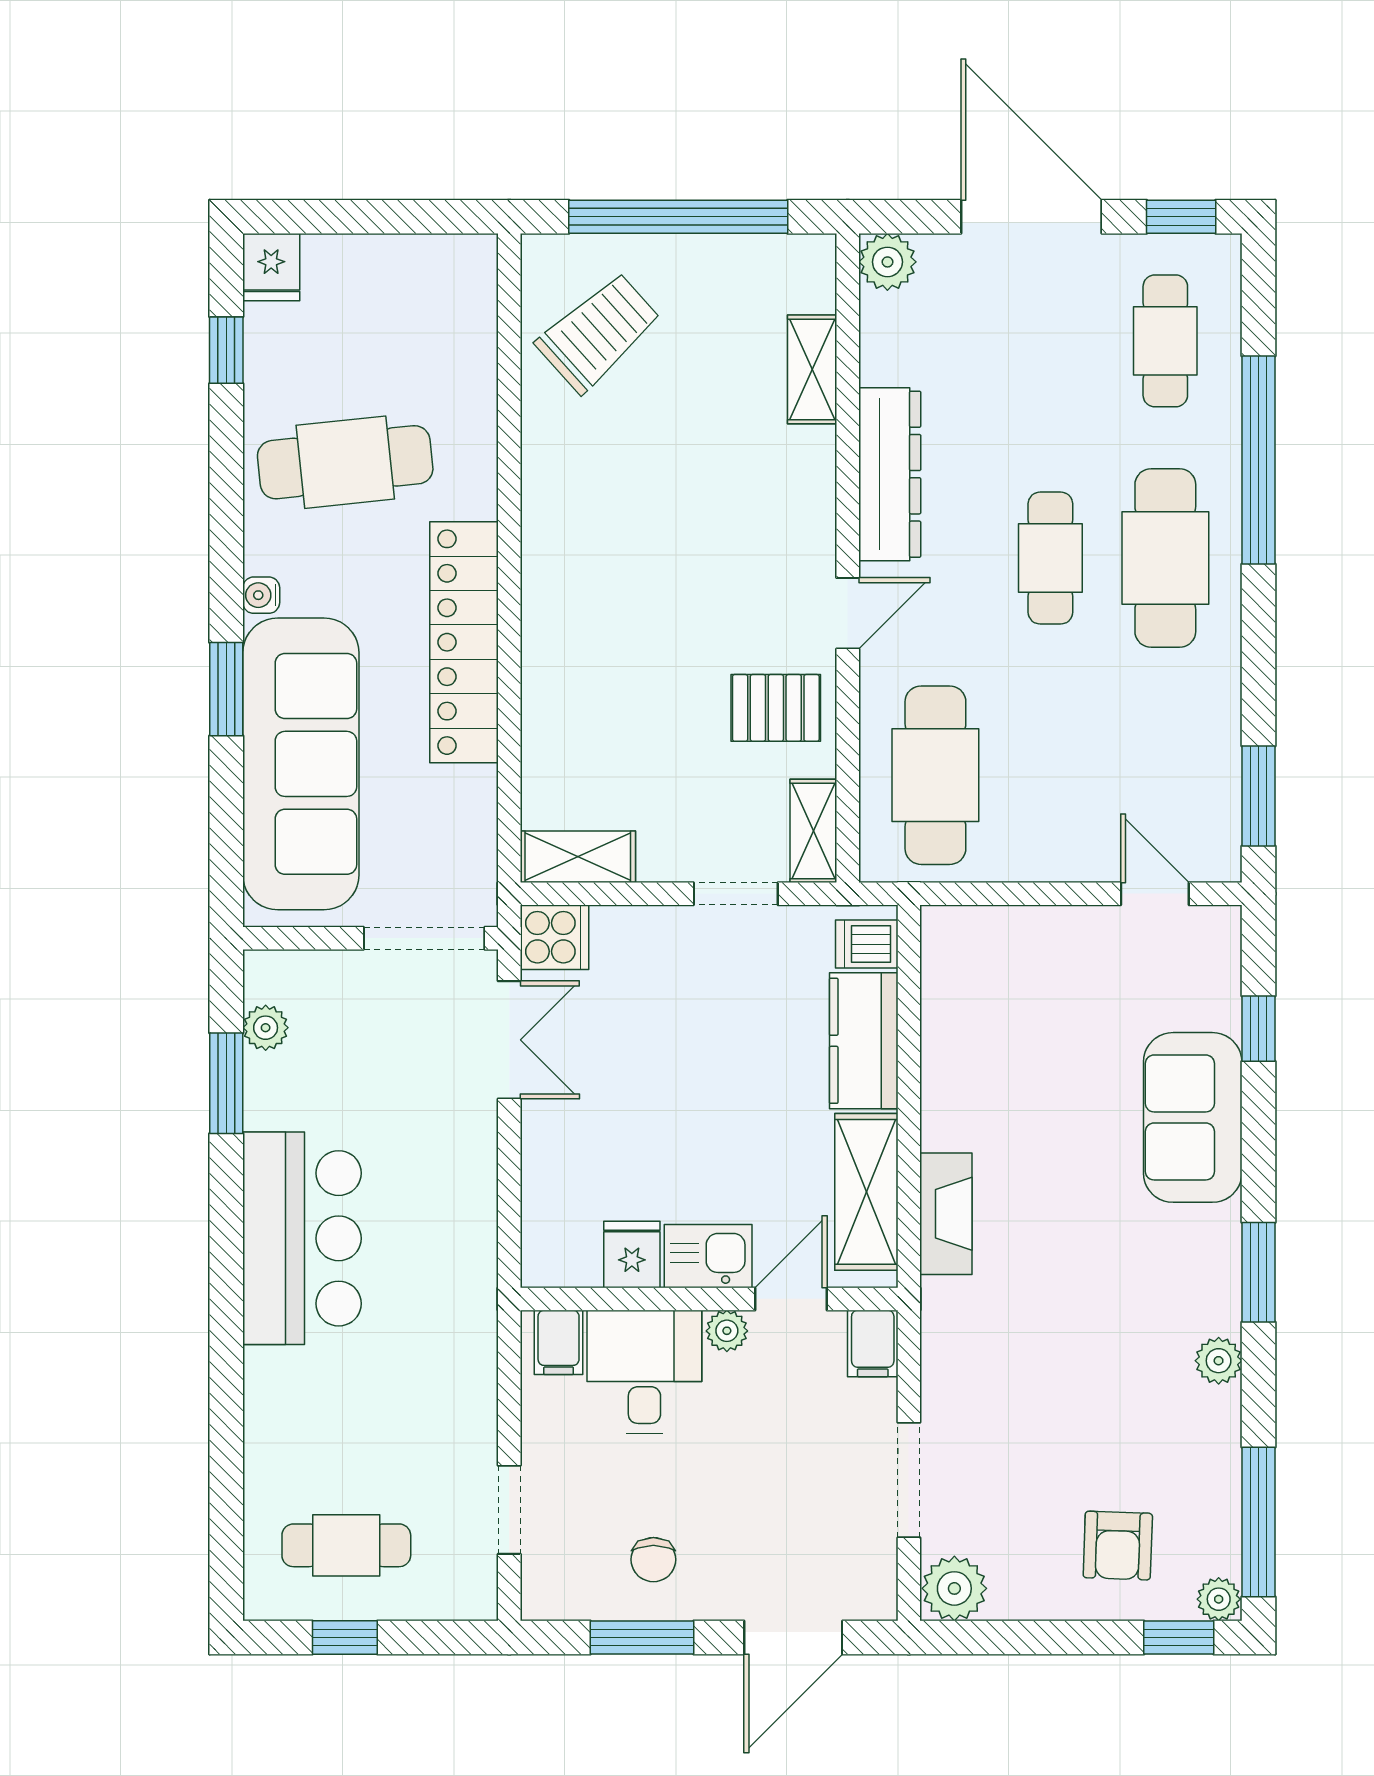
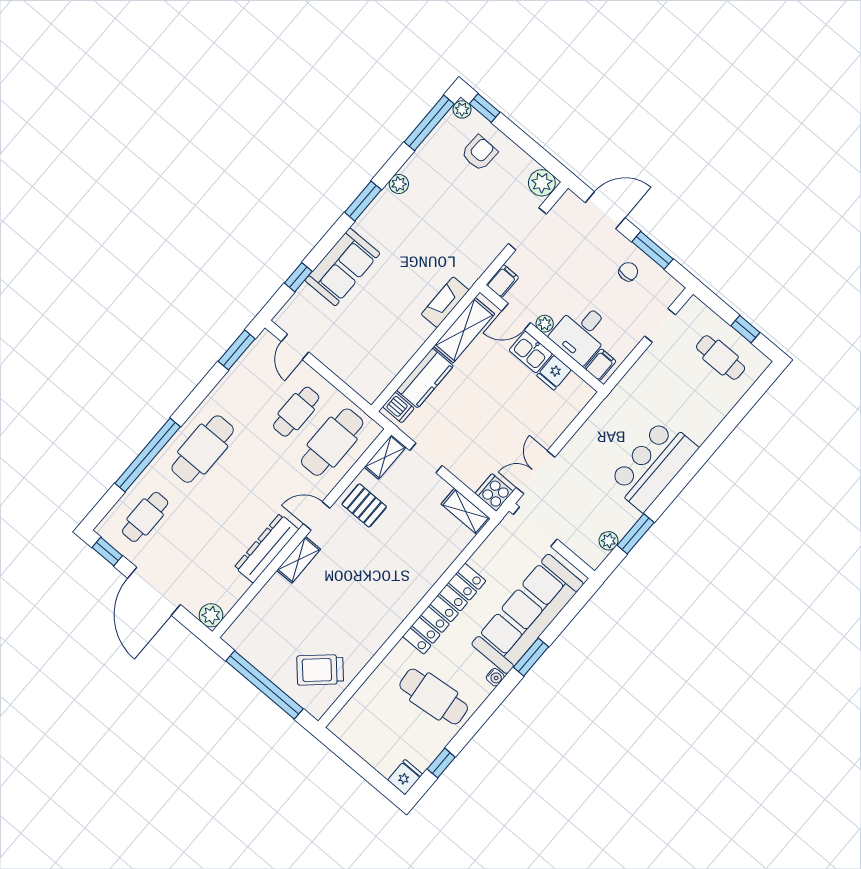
shelving: (812, 369) -> (299, 560), moved
cafe table: (1050, 558) -> (296, 412), moved

